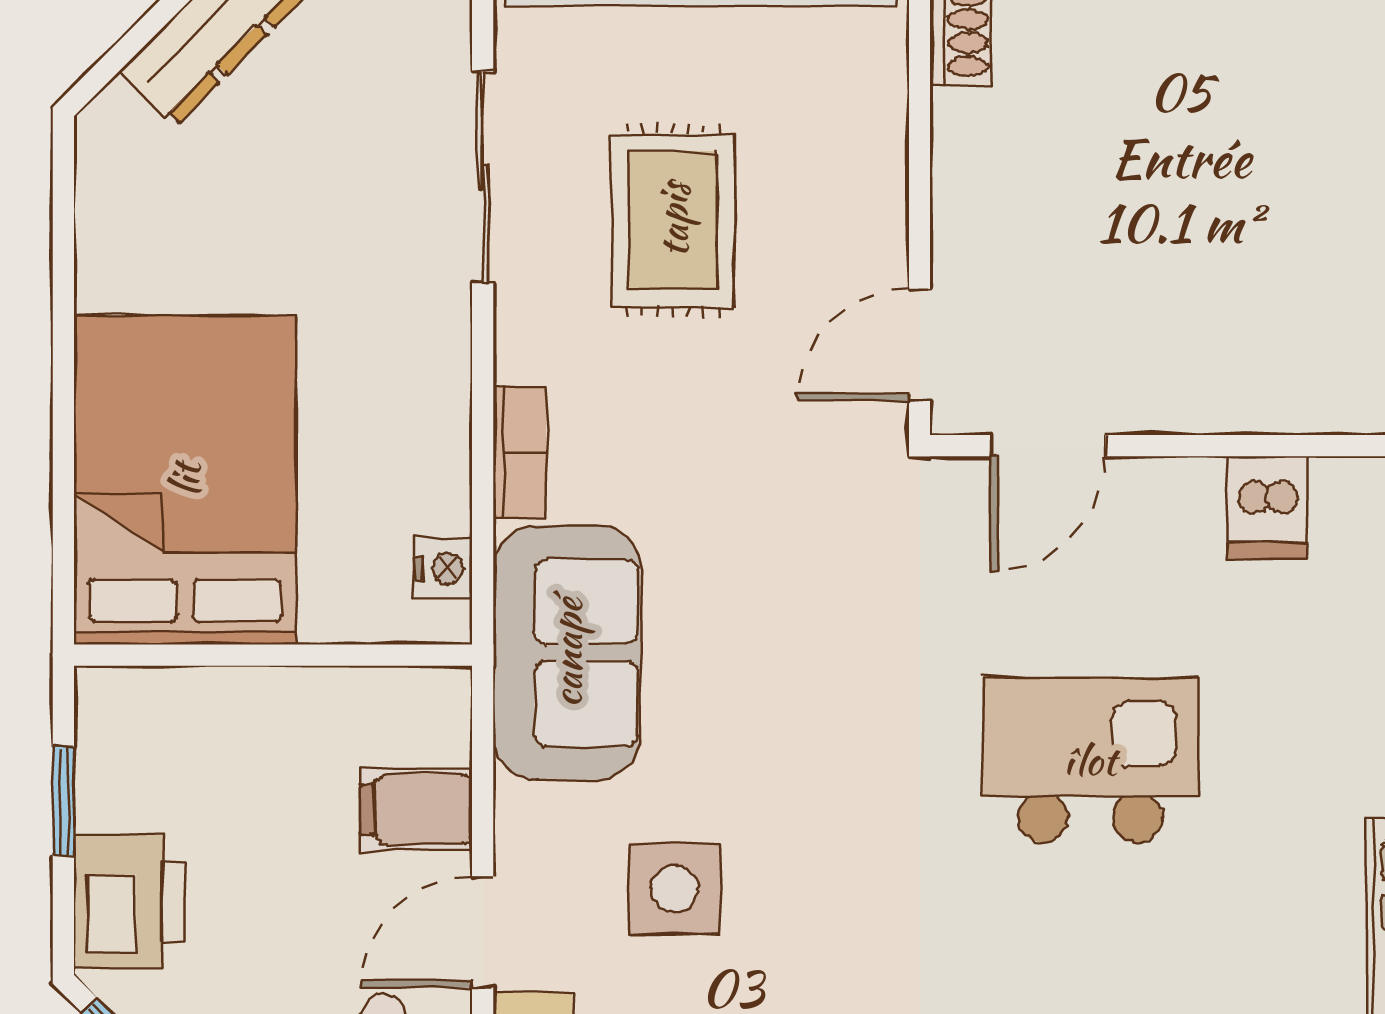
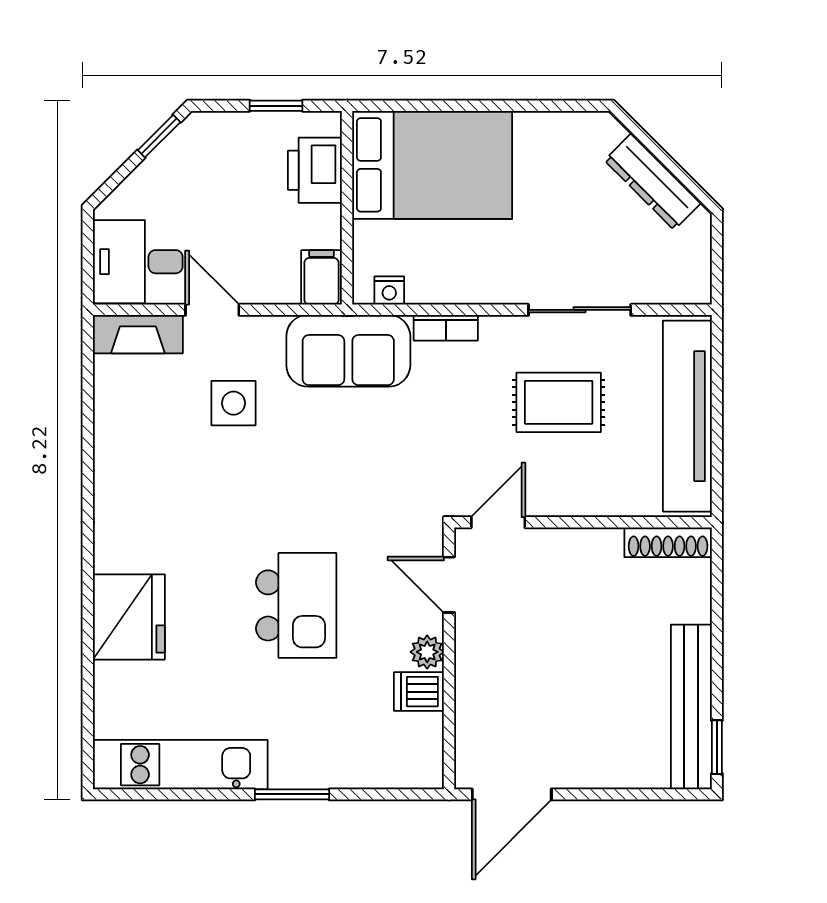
door: (920, 345) -> (498, 522), hinge flipped
plant: (1186, 491) -> (427, 652), added
filing cabinet: (416, 809) -> (322, 277), moved
printer: (129, 902) -> (315, 170), moved, turned 90

